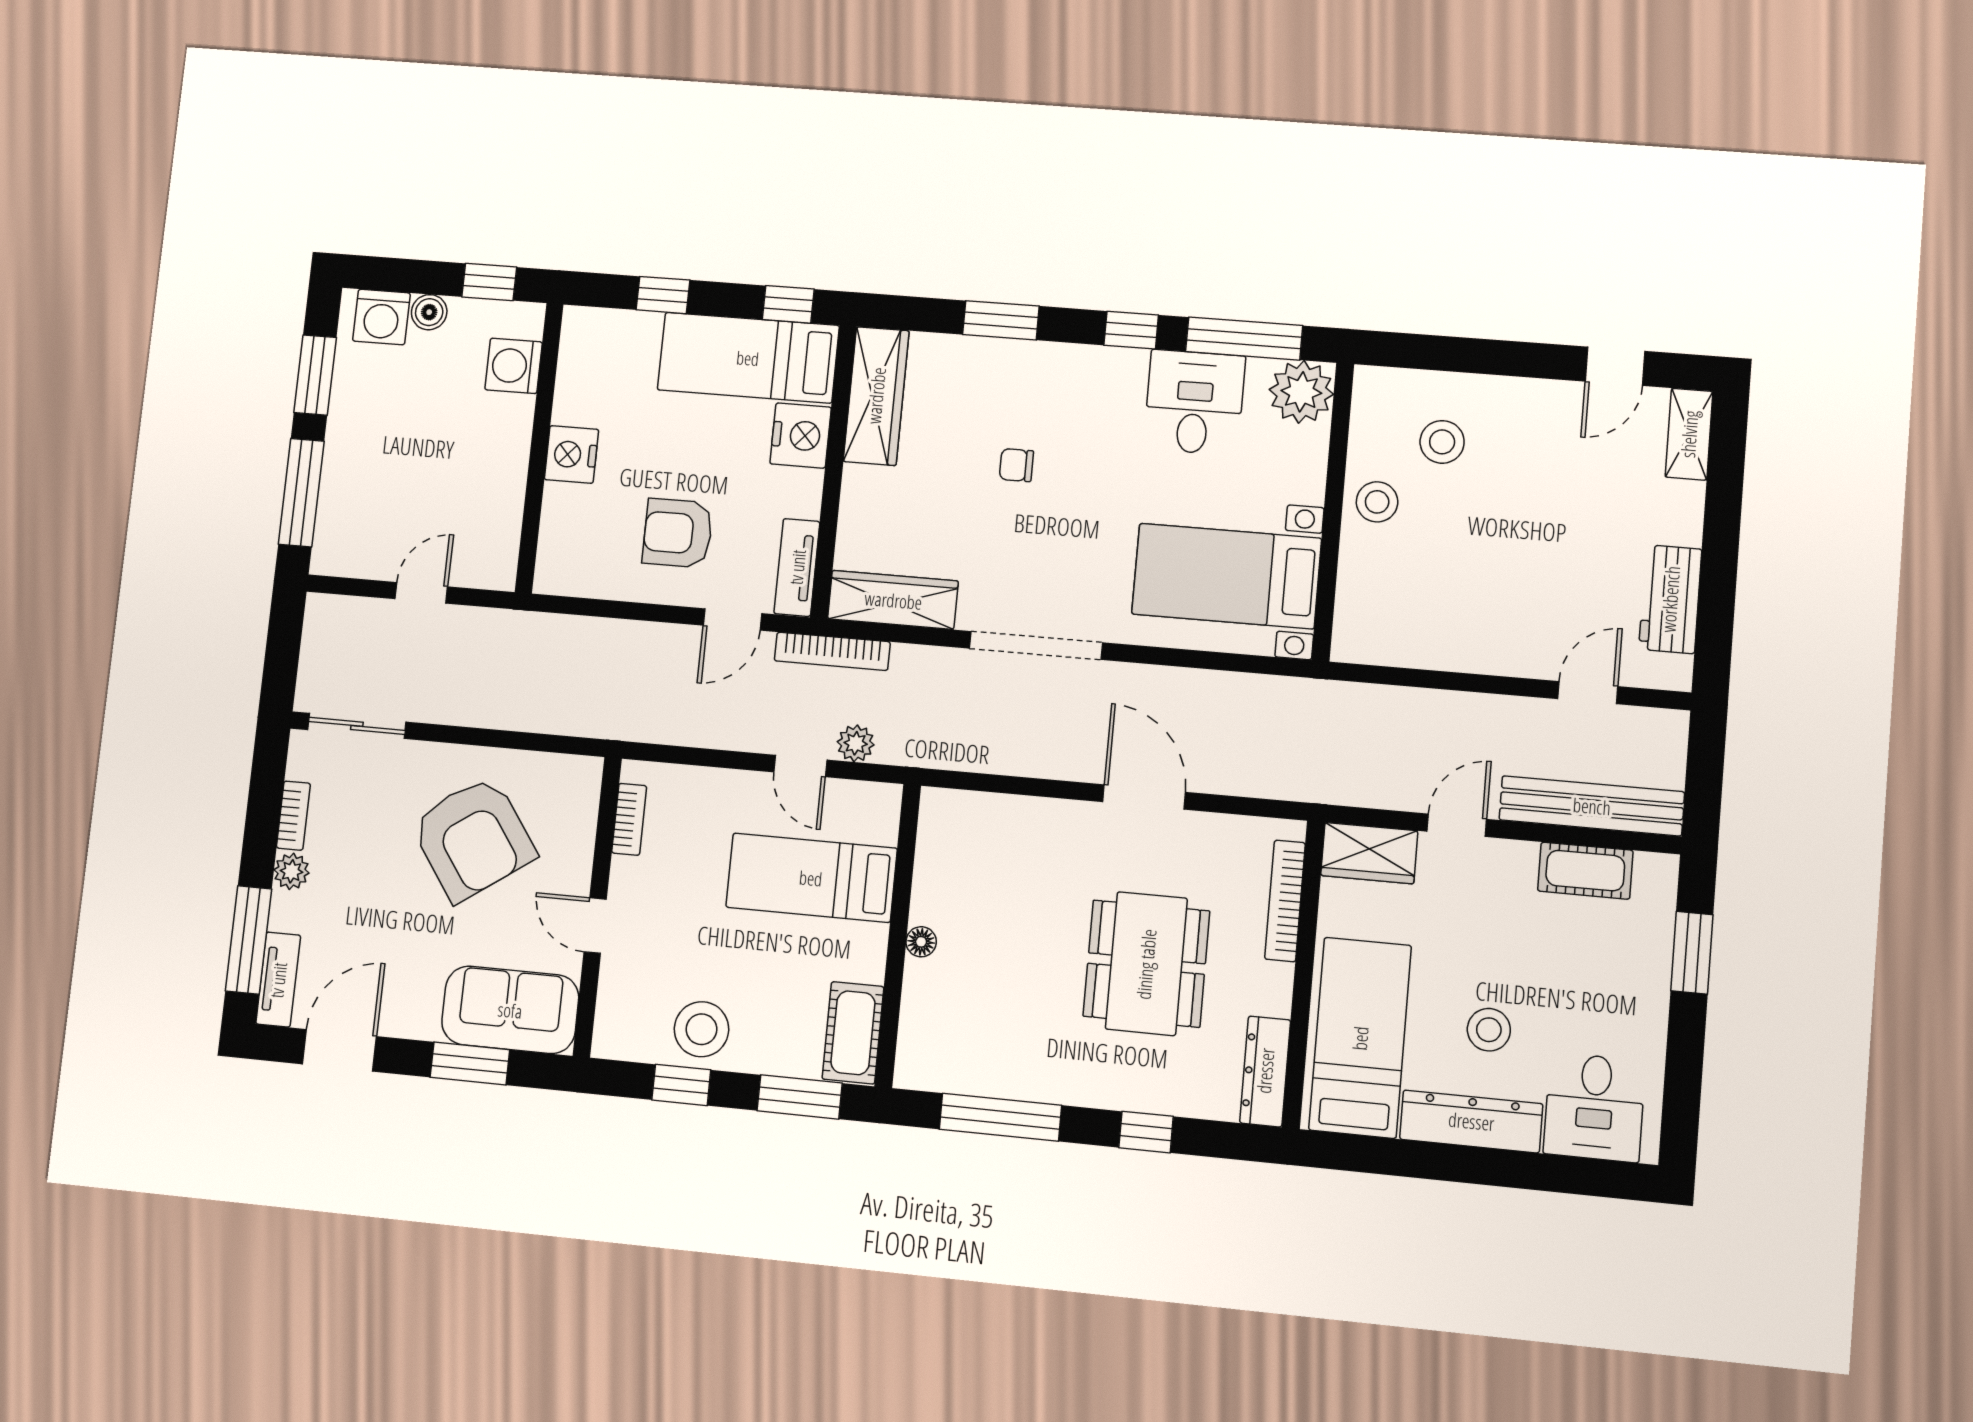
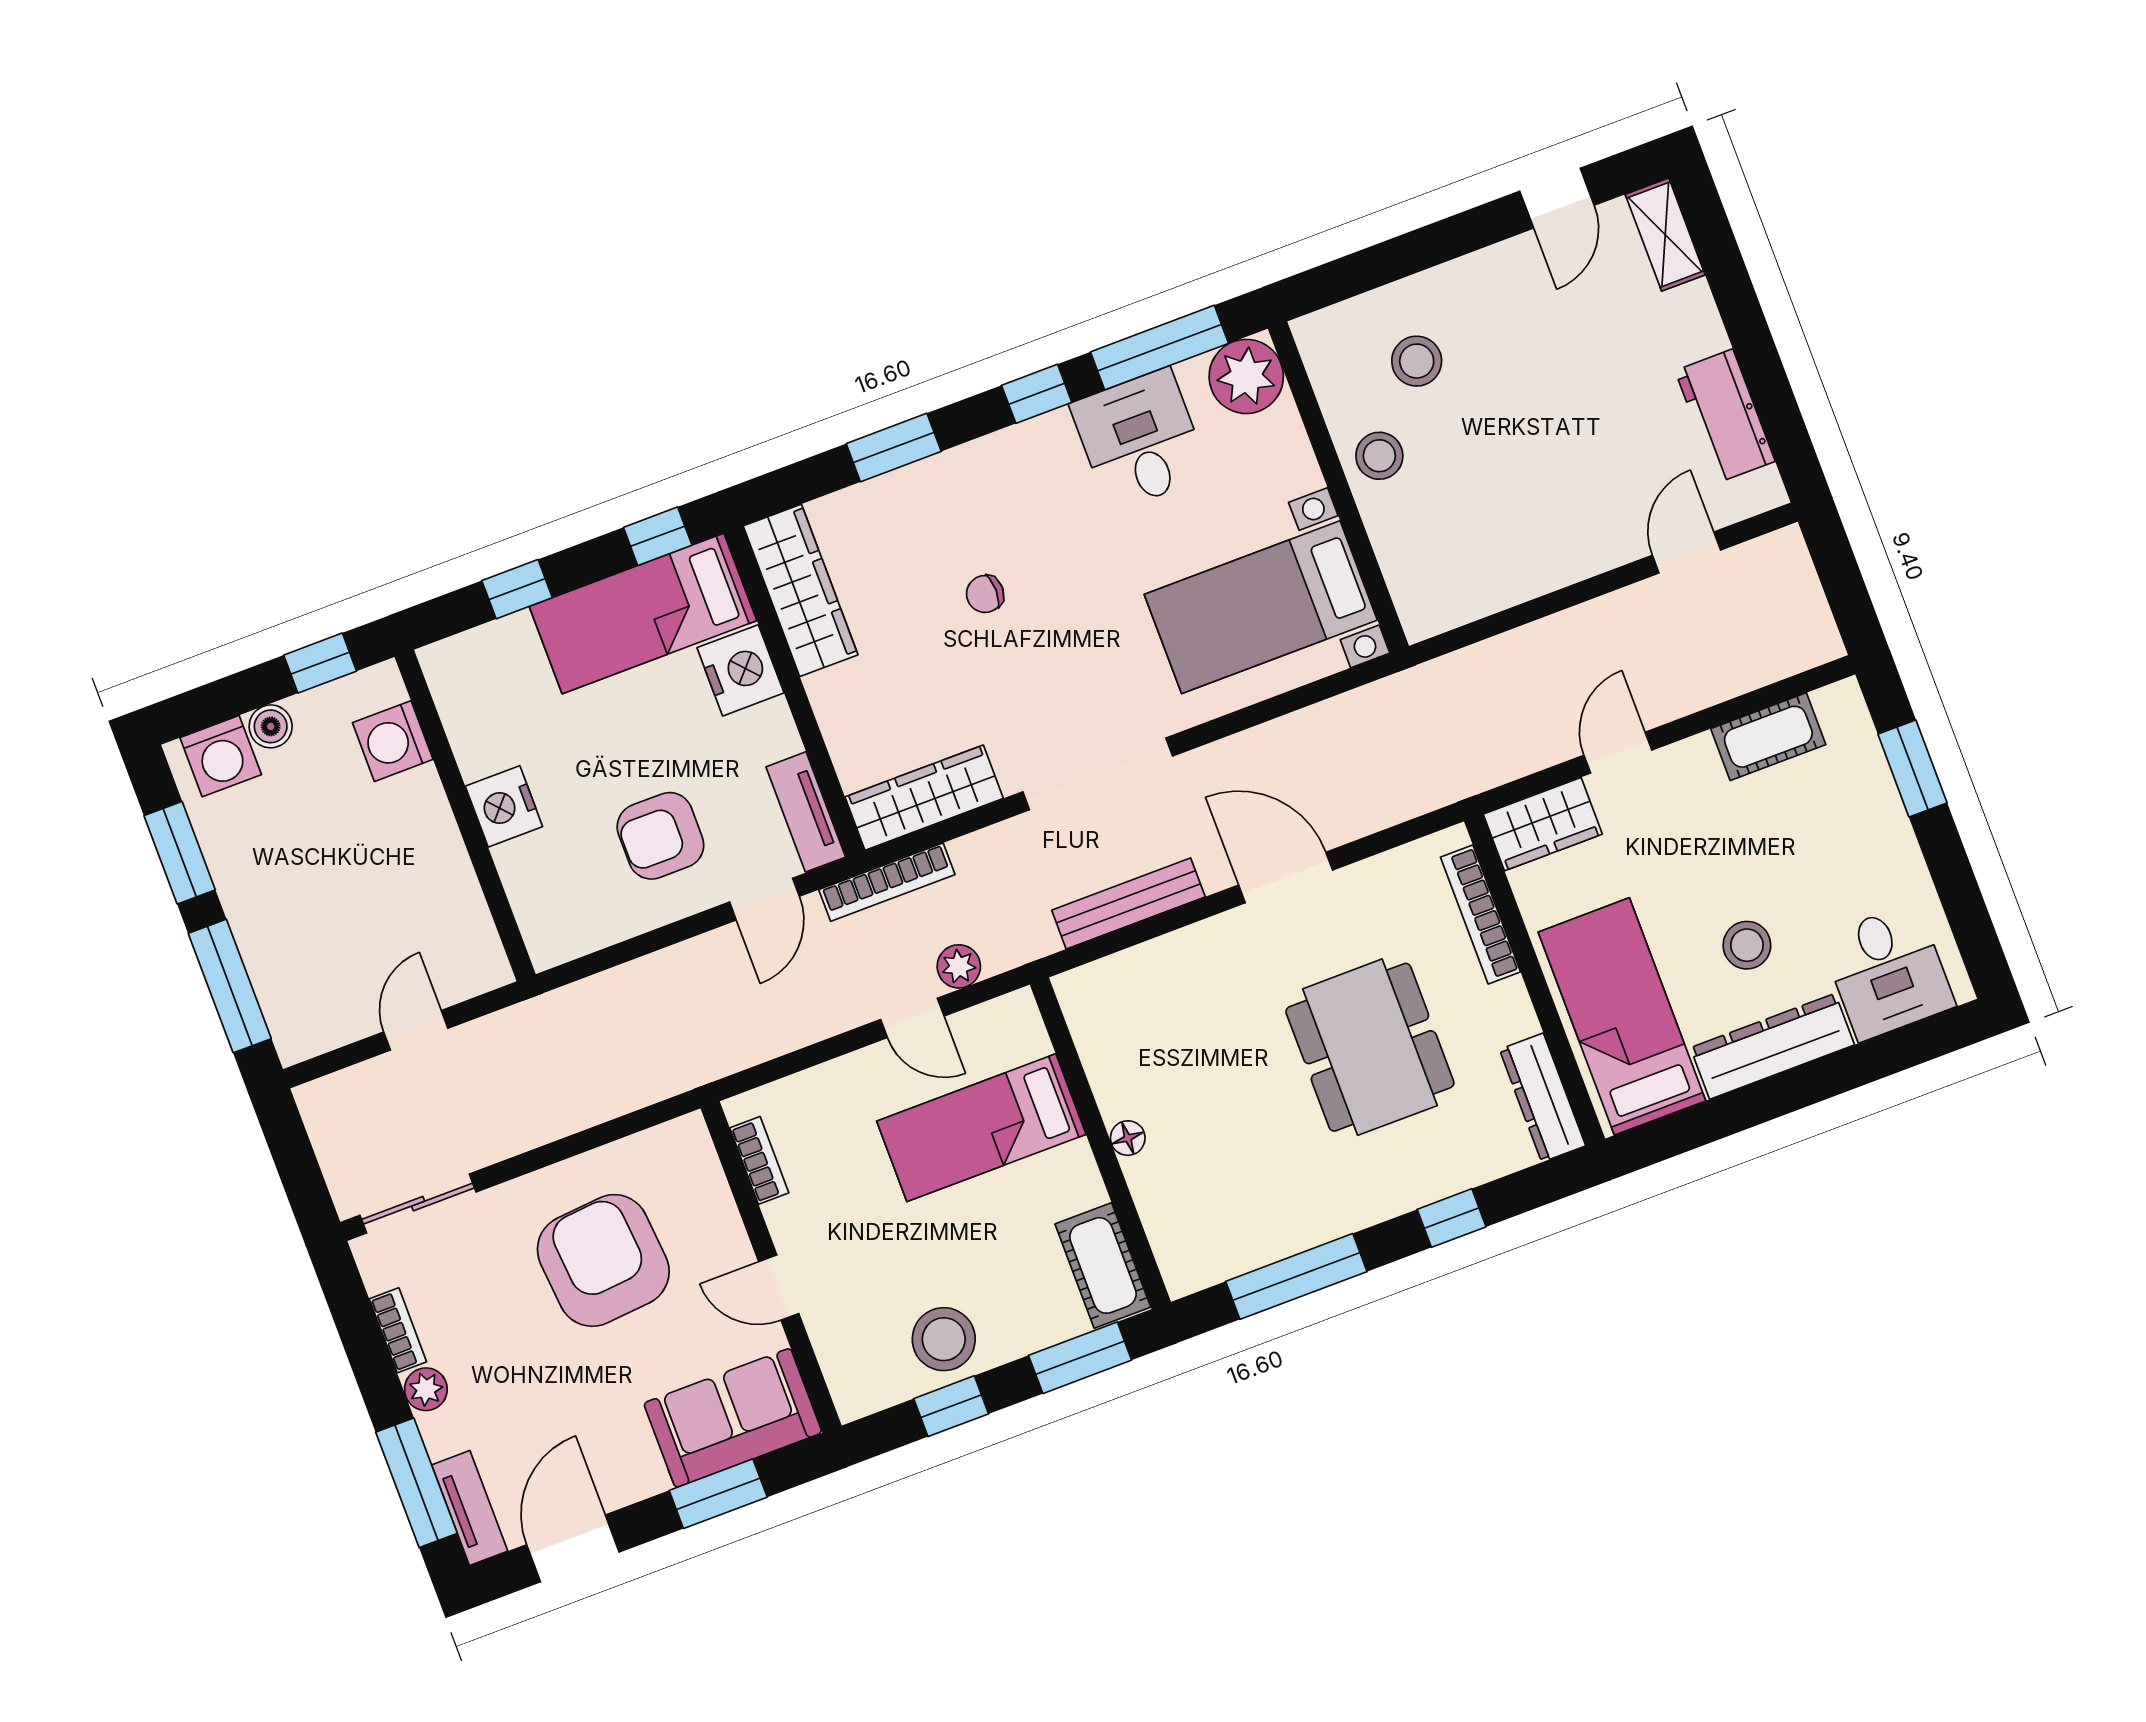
bench: (1592, 806) -> (1128, 903), moved, width x0.73, depth x0.82
armchair: (473, 838) -> (603, 1260), turned -150

